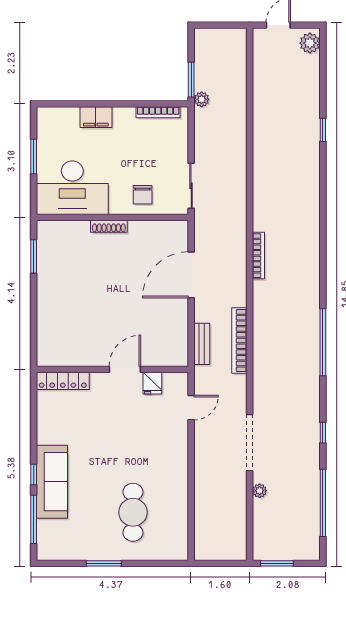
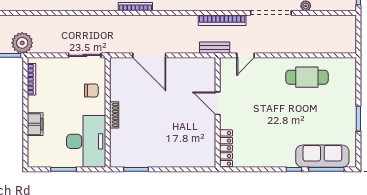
plant: (202, 99) -> (22, 43), width x1.87, depth x1.87
bookcase: (239, 341) -> (222, 20), moved
bench: (202, 344) -> (215, 48), moved
fridge: (152, 383) -> (228, 83), removed
door: (191, 408) -> (246, 55), swing flipped
sofa: (52, 482) -> (322, 156), moved
cafe table: (133, 512) -> (307, 77), moved

